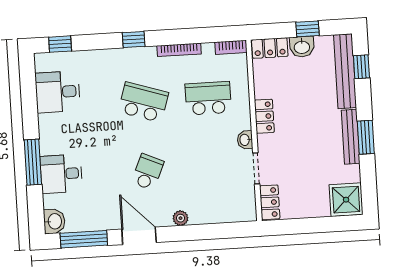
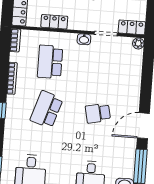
locker: (264, 116) -> (54, 22), moved
school desk: (148, 172) -> (98, 113), turned -36
plant: (180, 218) -> (138, 43), moved

